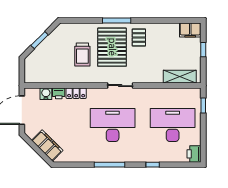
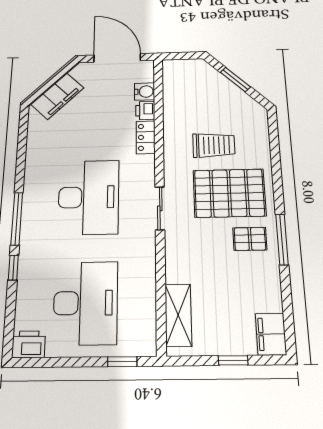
window: (117, 20) -> (282, 239), moved
trolley: (82, 55) -> (214, 145), turned 180
window: (110, 165) -> (17, 219), moved

